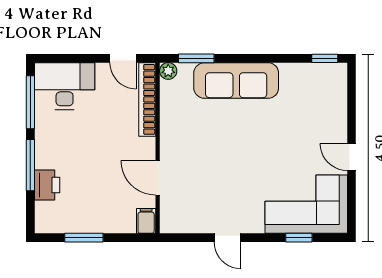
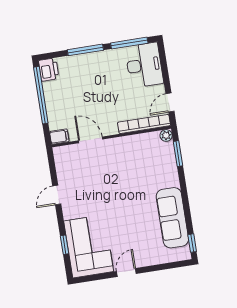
sofa: (236, 80) -> (172, 218), moved
door: (158, 178) -> (91, 140), hinge flipped
printer: (47, 185) -> (49, 70), moved, turned -90
window: (84, 238) -> (41, 95), width x2.11

